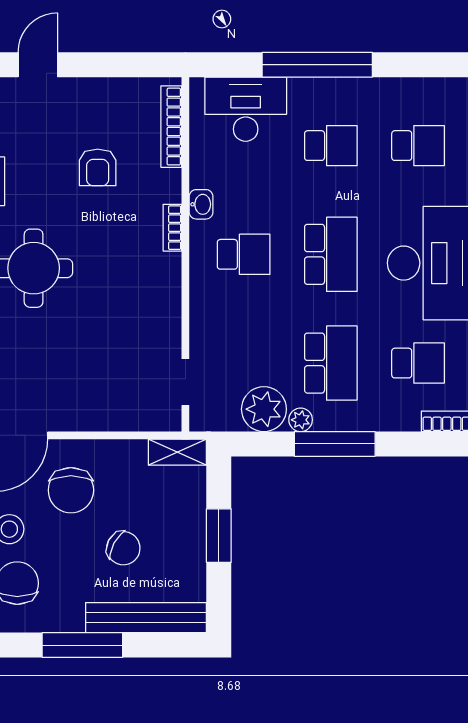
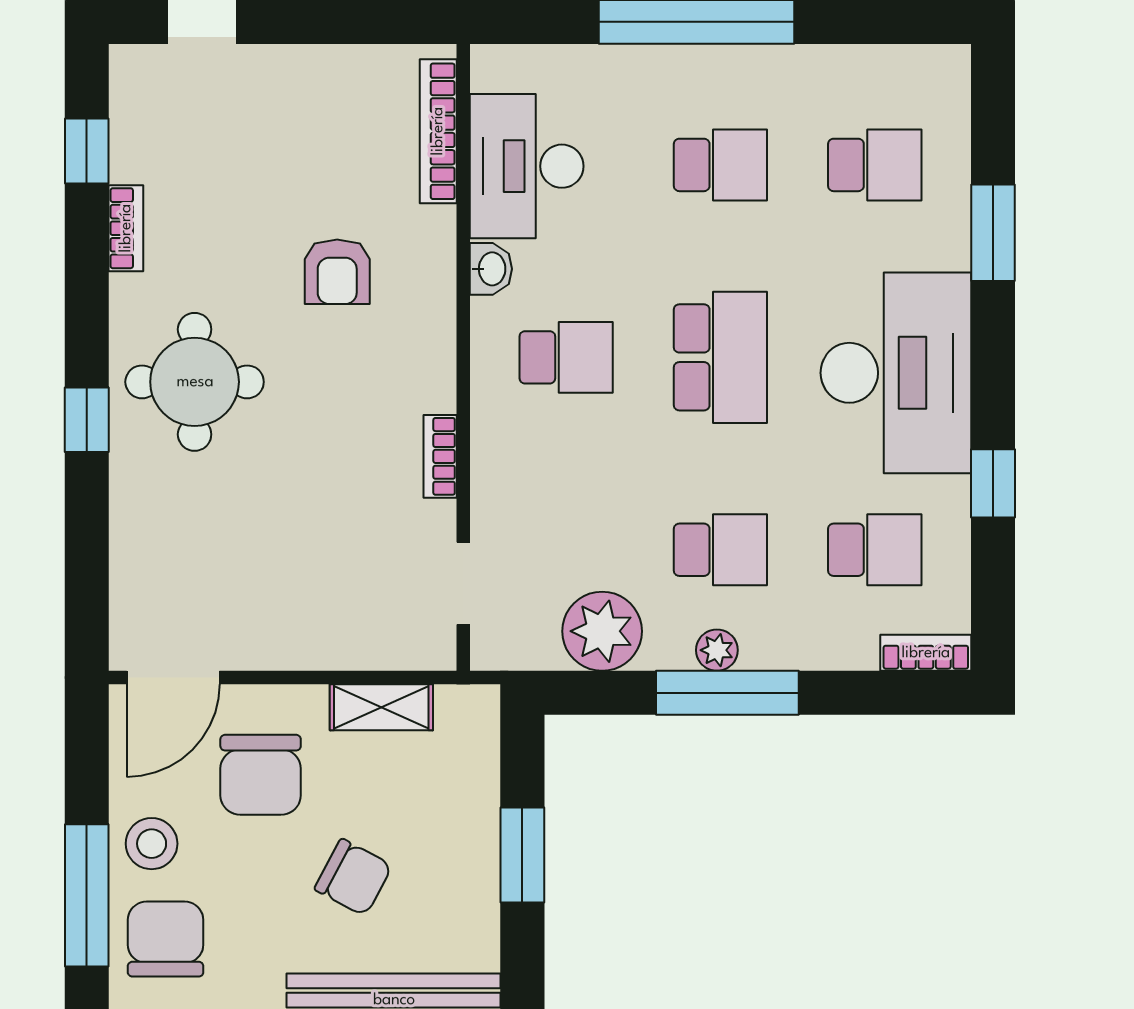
desk: (246, 109) -> (527, 166), moved, turned -90
armchair: (98, 167) -> (337, 272), moved
bookcase: (172, 228) -> (440, 456), moved
school desk: (331, 363) -> (720, 550), width x0.54
plant: (301, 420) -> (717, 650), moved
shelving: (177, 452) -> (381, 707), moved

